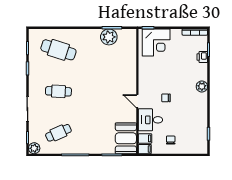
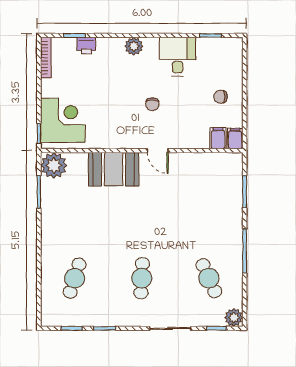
plant: (109, 37) -> (54, 165), moved
cafe table: (58, 50) -> (75, 278), width x0.73, depth x0.74
door: (137, 101) -> (158, 151), hinge flipped
desk: (150, 120) -> (178, 57), moved, turned 180
booth: (126, 138) -> (114, 169), moved

